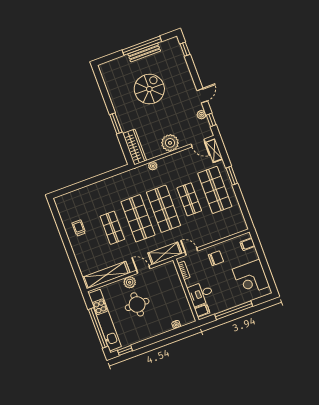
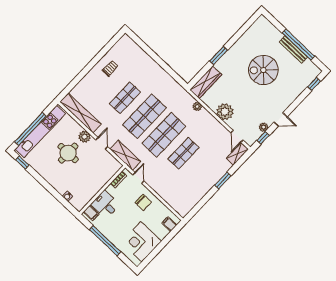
spiral stairs: (149, 89) -> (263, 70), turned 180
shop shelf: (215, 190) -> (203, 172), removed

